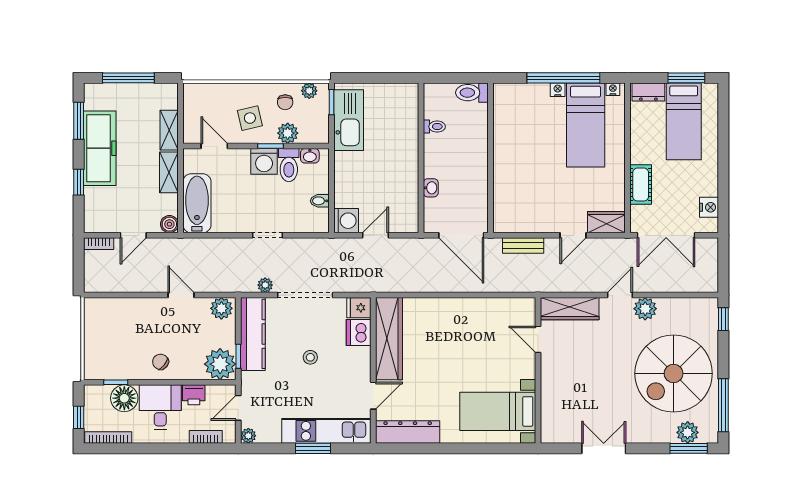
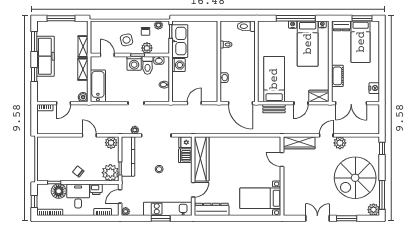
bed: (523, 191) -> (274, 79), added
washing machine: (346, 221) -> (178, 65), moved
plant: (688, 432) -> (373, 210), moved
window: (689, 448) -> (347, 218), moved

